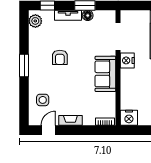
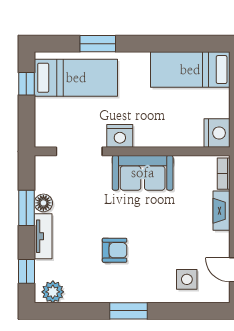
fireplace: (70, 120) -> (221, 211), moved

